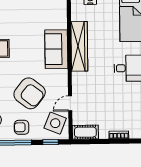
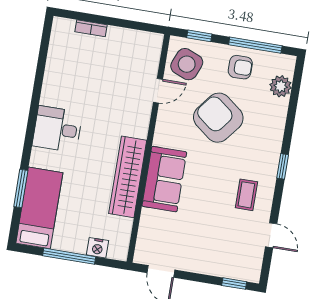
cot: (85, 132) -> (142, 42), removed

